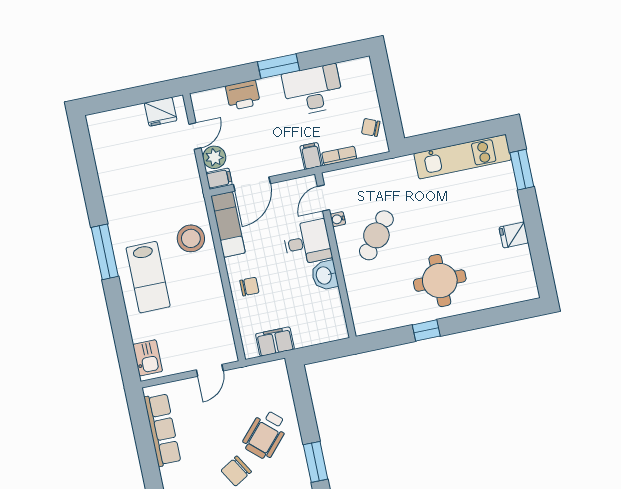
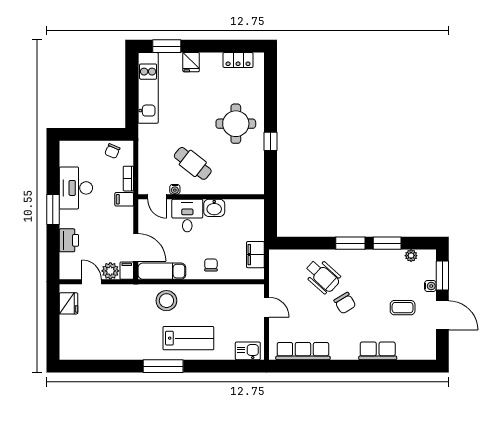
fridge: (514, 235) -> (191, 62), moved
locker: (523, 266) -> (238, 60), added

